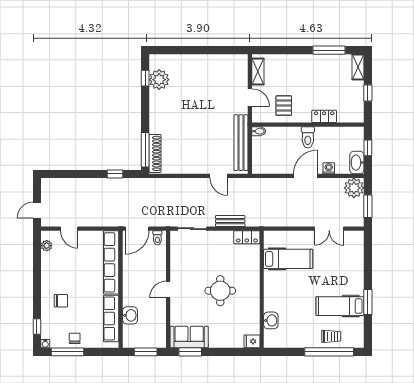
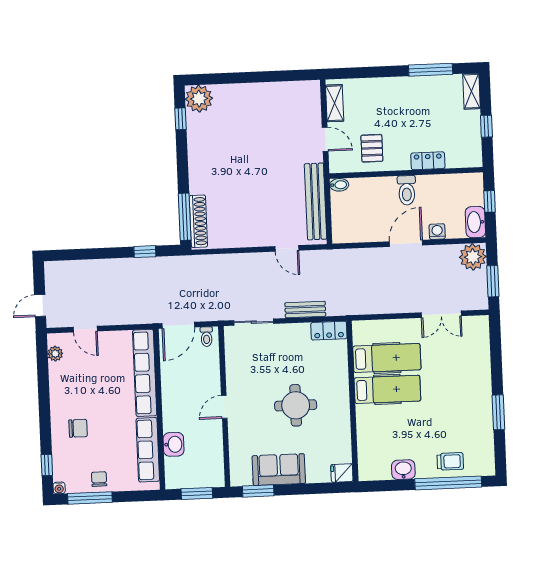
plant: (159, 80) -> (199, 99), moved
hospital bed: (340, 306) -> (387, 389), moved, turned 180
washbasin: (271, 320) -> (403, 470), moved, turned -90
sofa: (189, 337) -> (279, 470), moved

